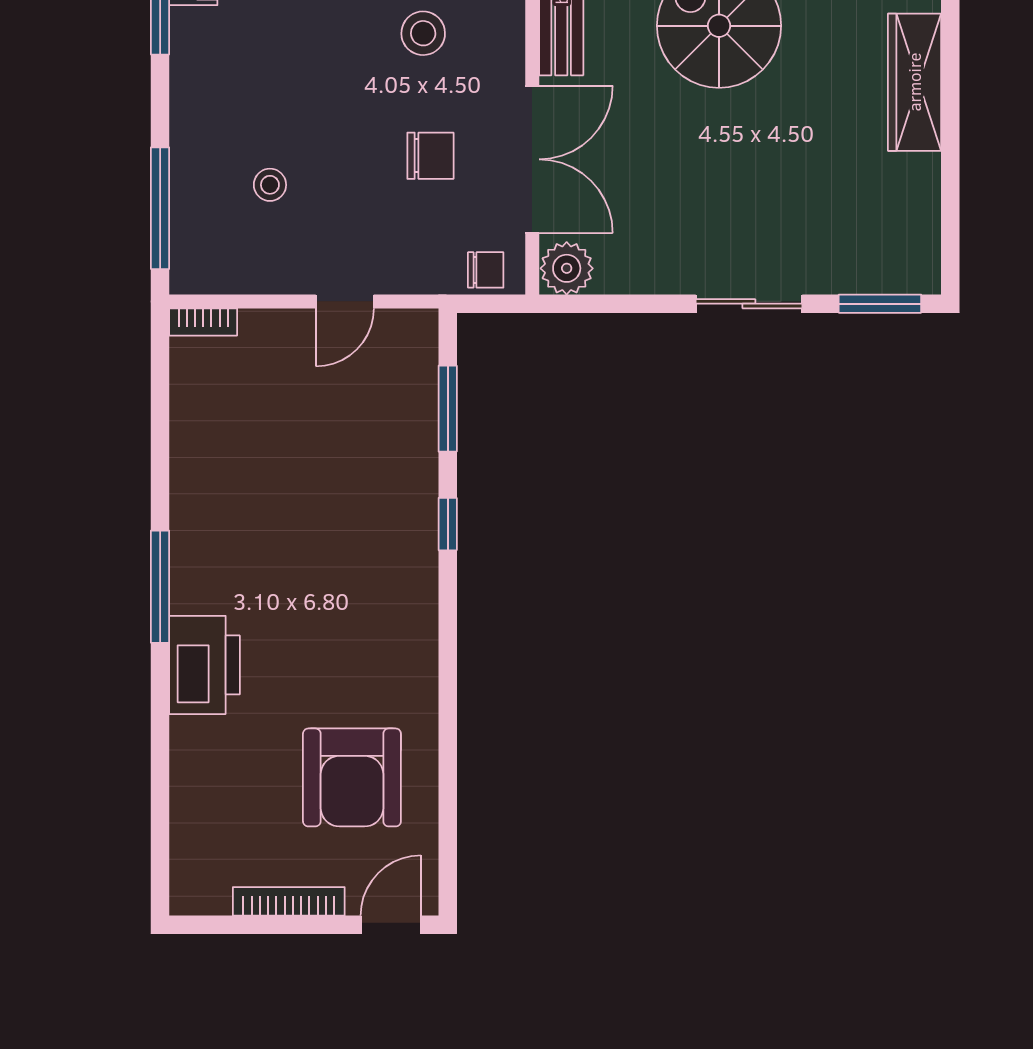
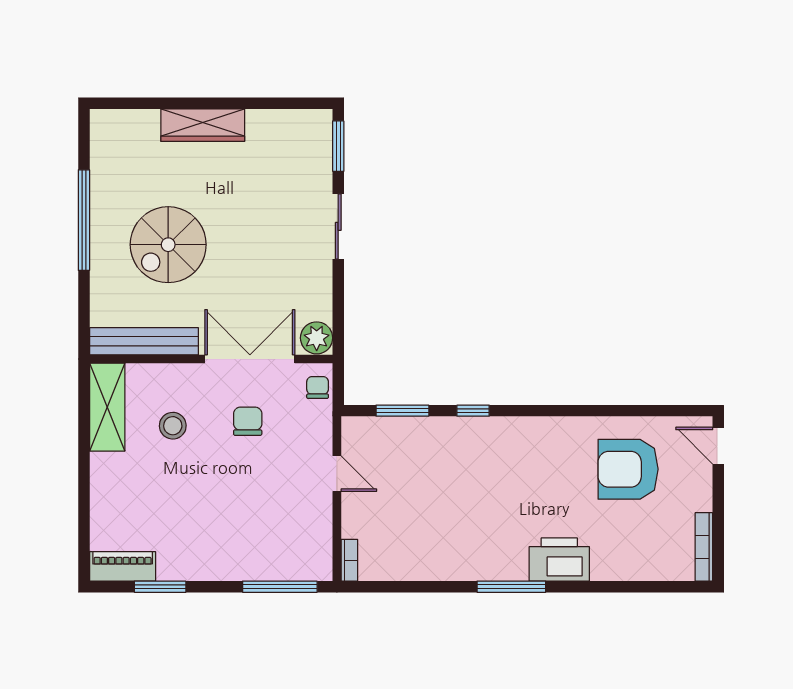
stool: (270, 185) -> (265, 519), removed
armchair: (352, 777) -> (628, 469), turned 180
bookcase: (289, 901) -> (704, 547), moved

